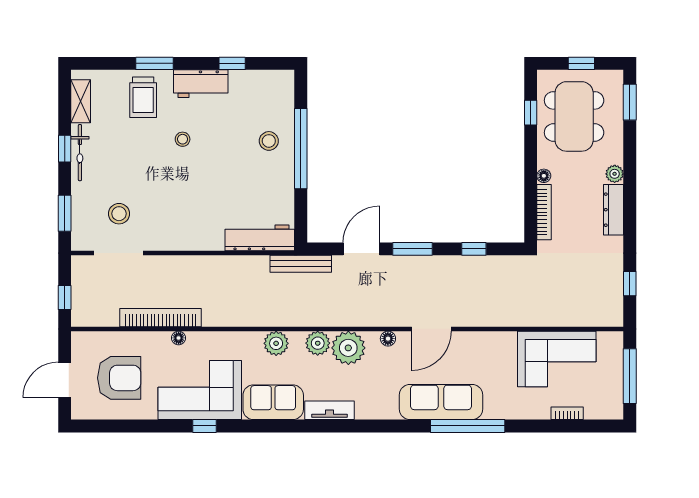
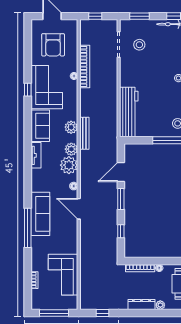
workbench: (260, 238) -> (129, 112), width x1.36, depth x1.32
door: (361, 249) -> (121, 172), swing flipped
bench: (301, 264) -> (84, 133), moved

